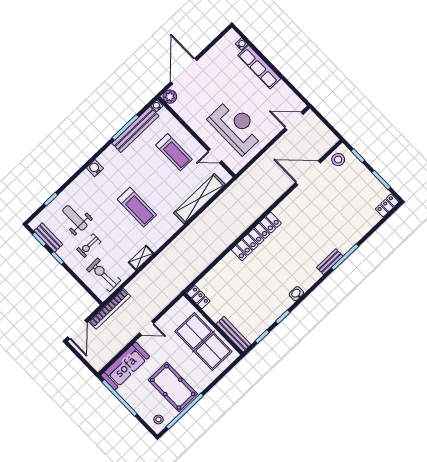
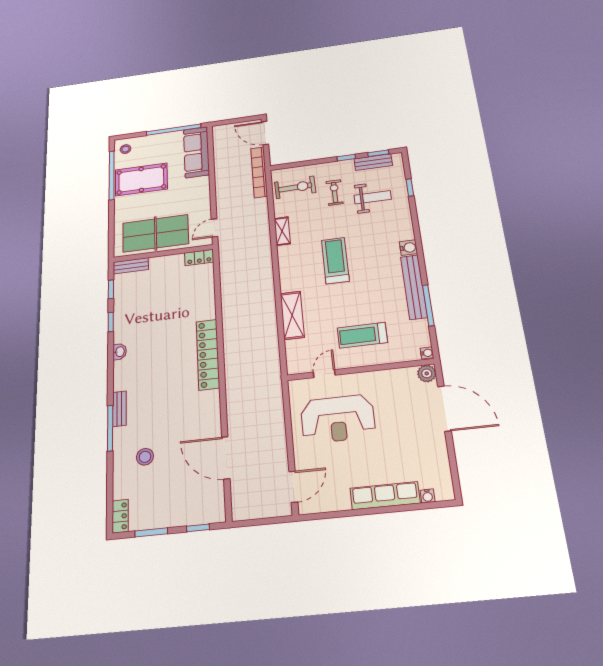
bench: (135, 130) -> (414, 287), moved
stool: (338, 160) -> (145, 457), moved
door: (308, 173) -> (226, 458), swing flipped
shelving: (199, 199) -> (292, 315), width x0.68
treadmill: (137, 207) -> (335, 261), turned 90
door: (147, 328) -> (215, 228), moved
bench: (234, 334) -> (131, 266), width x0.73

